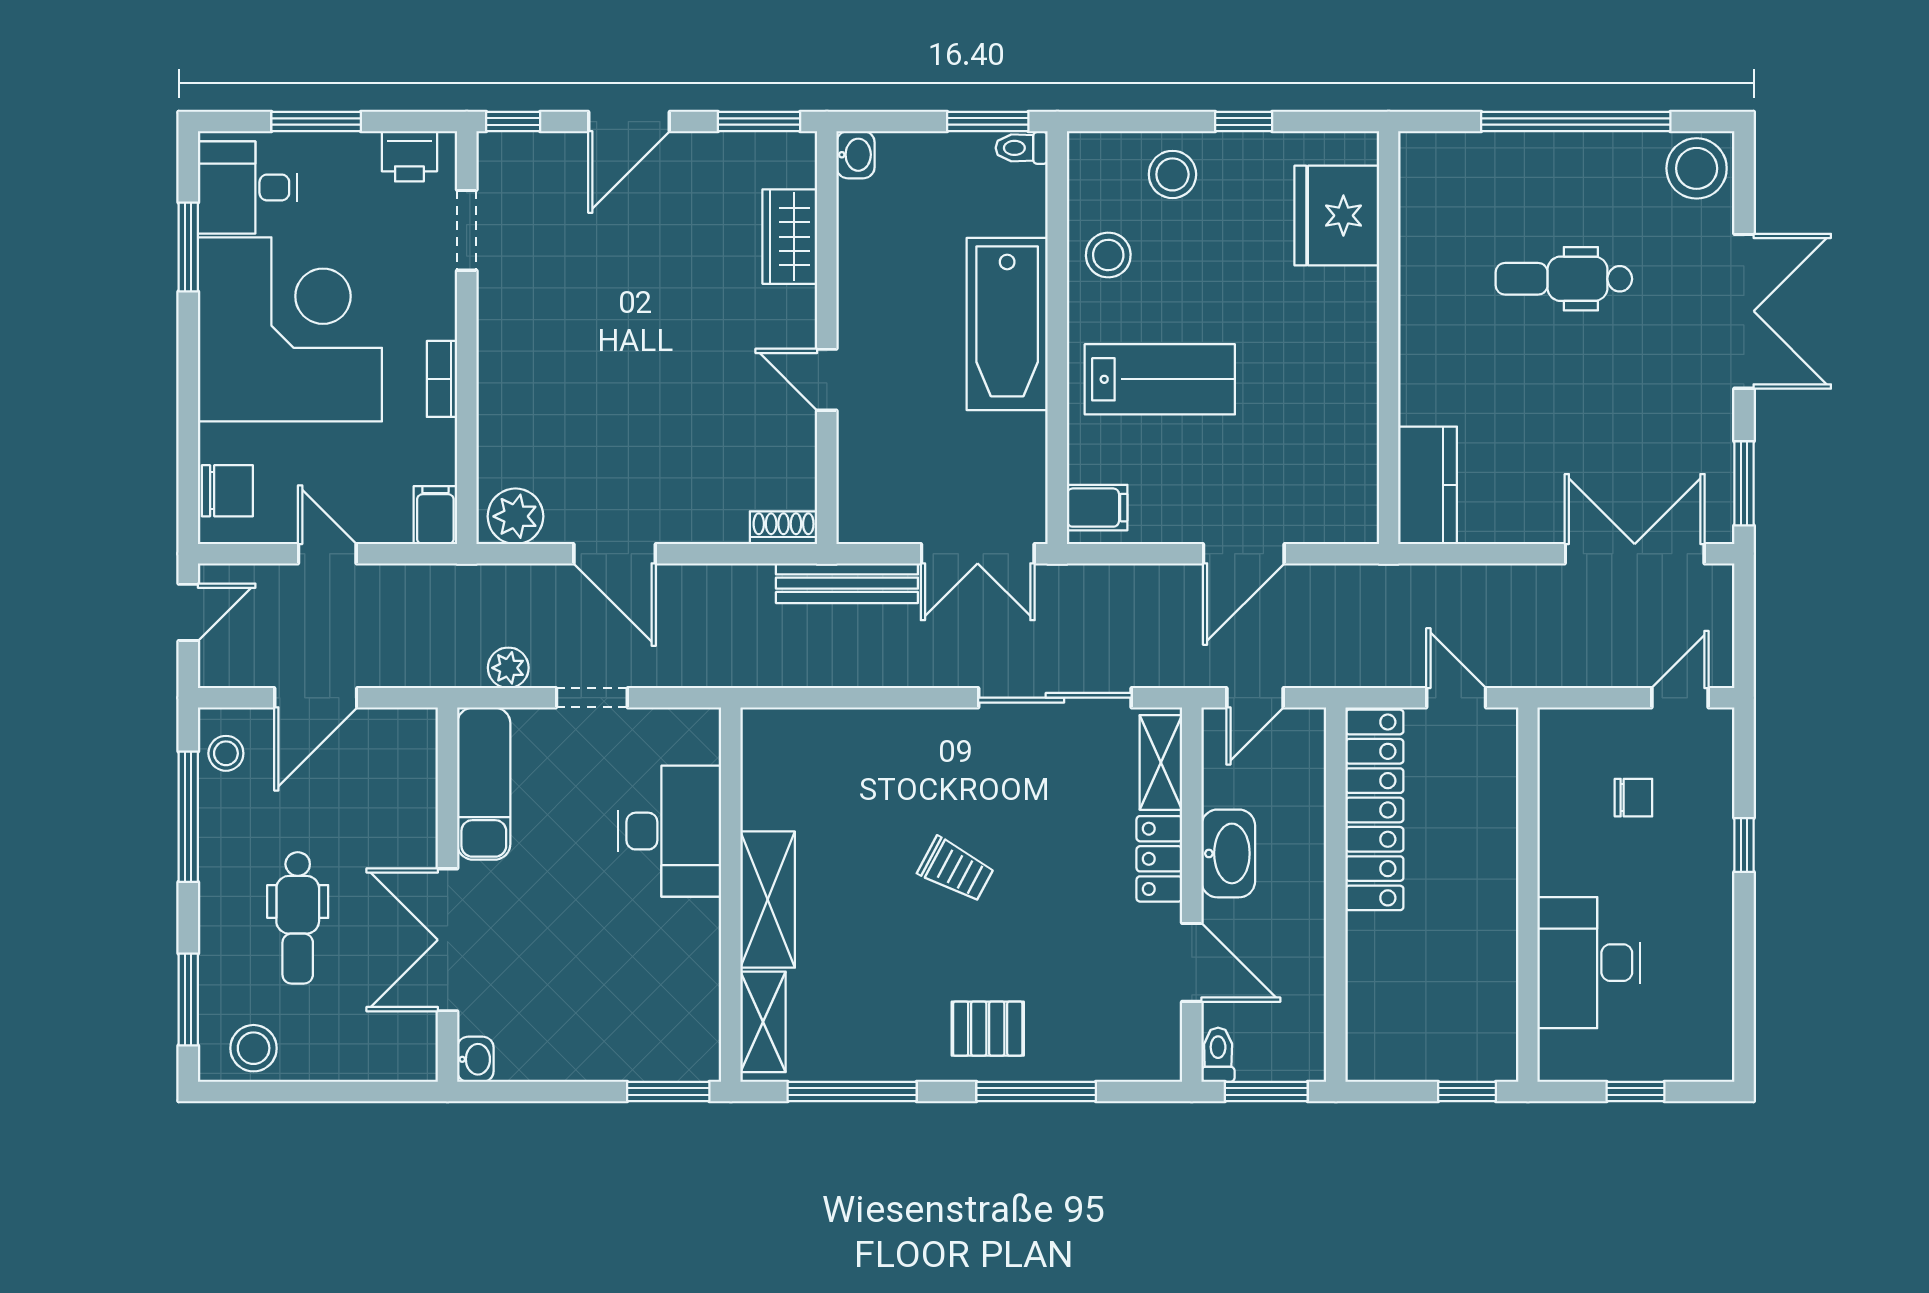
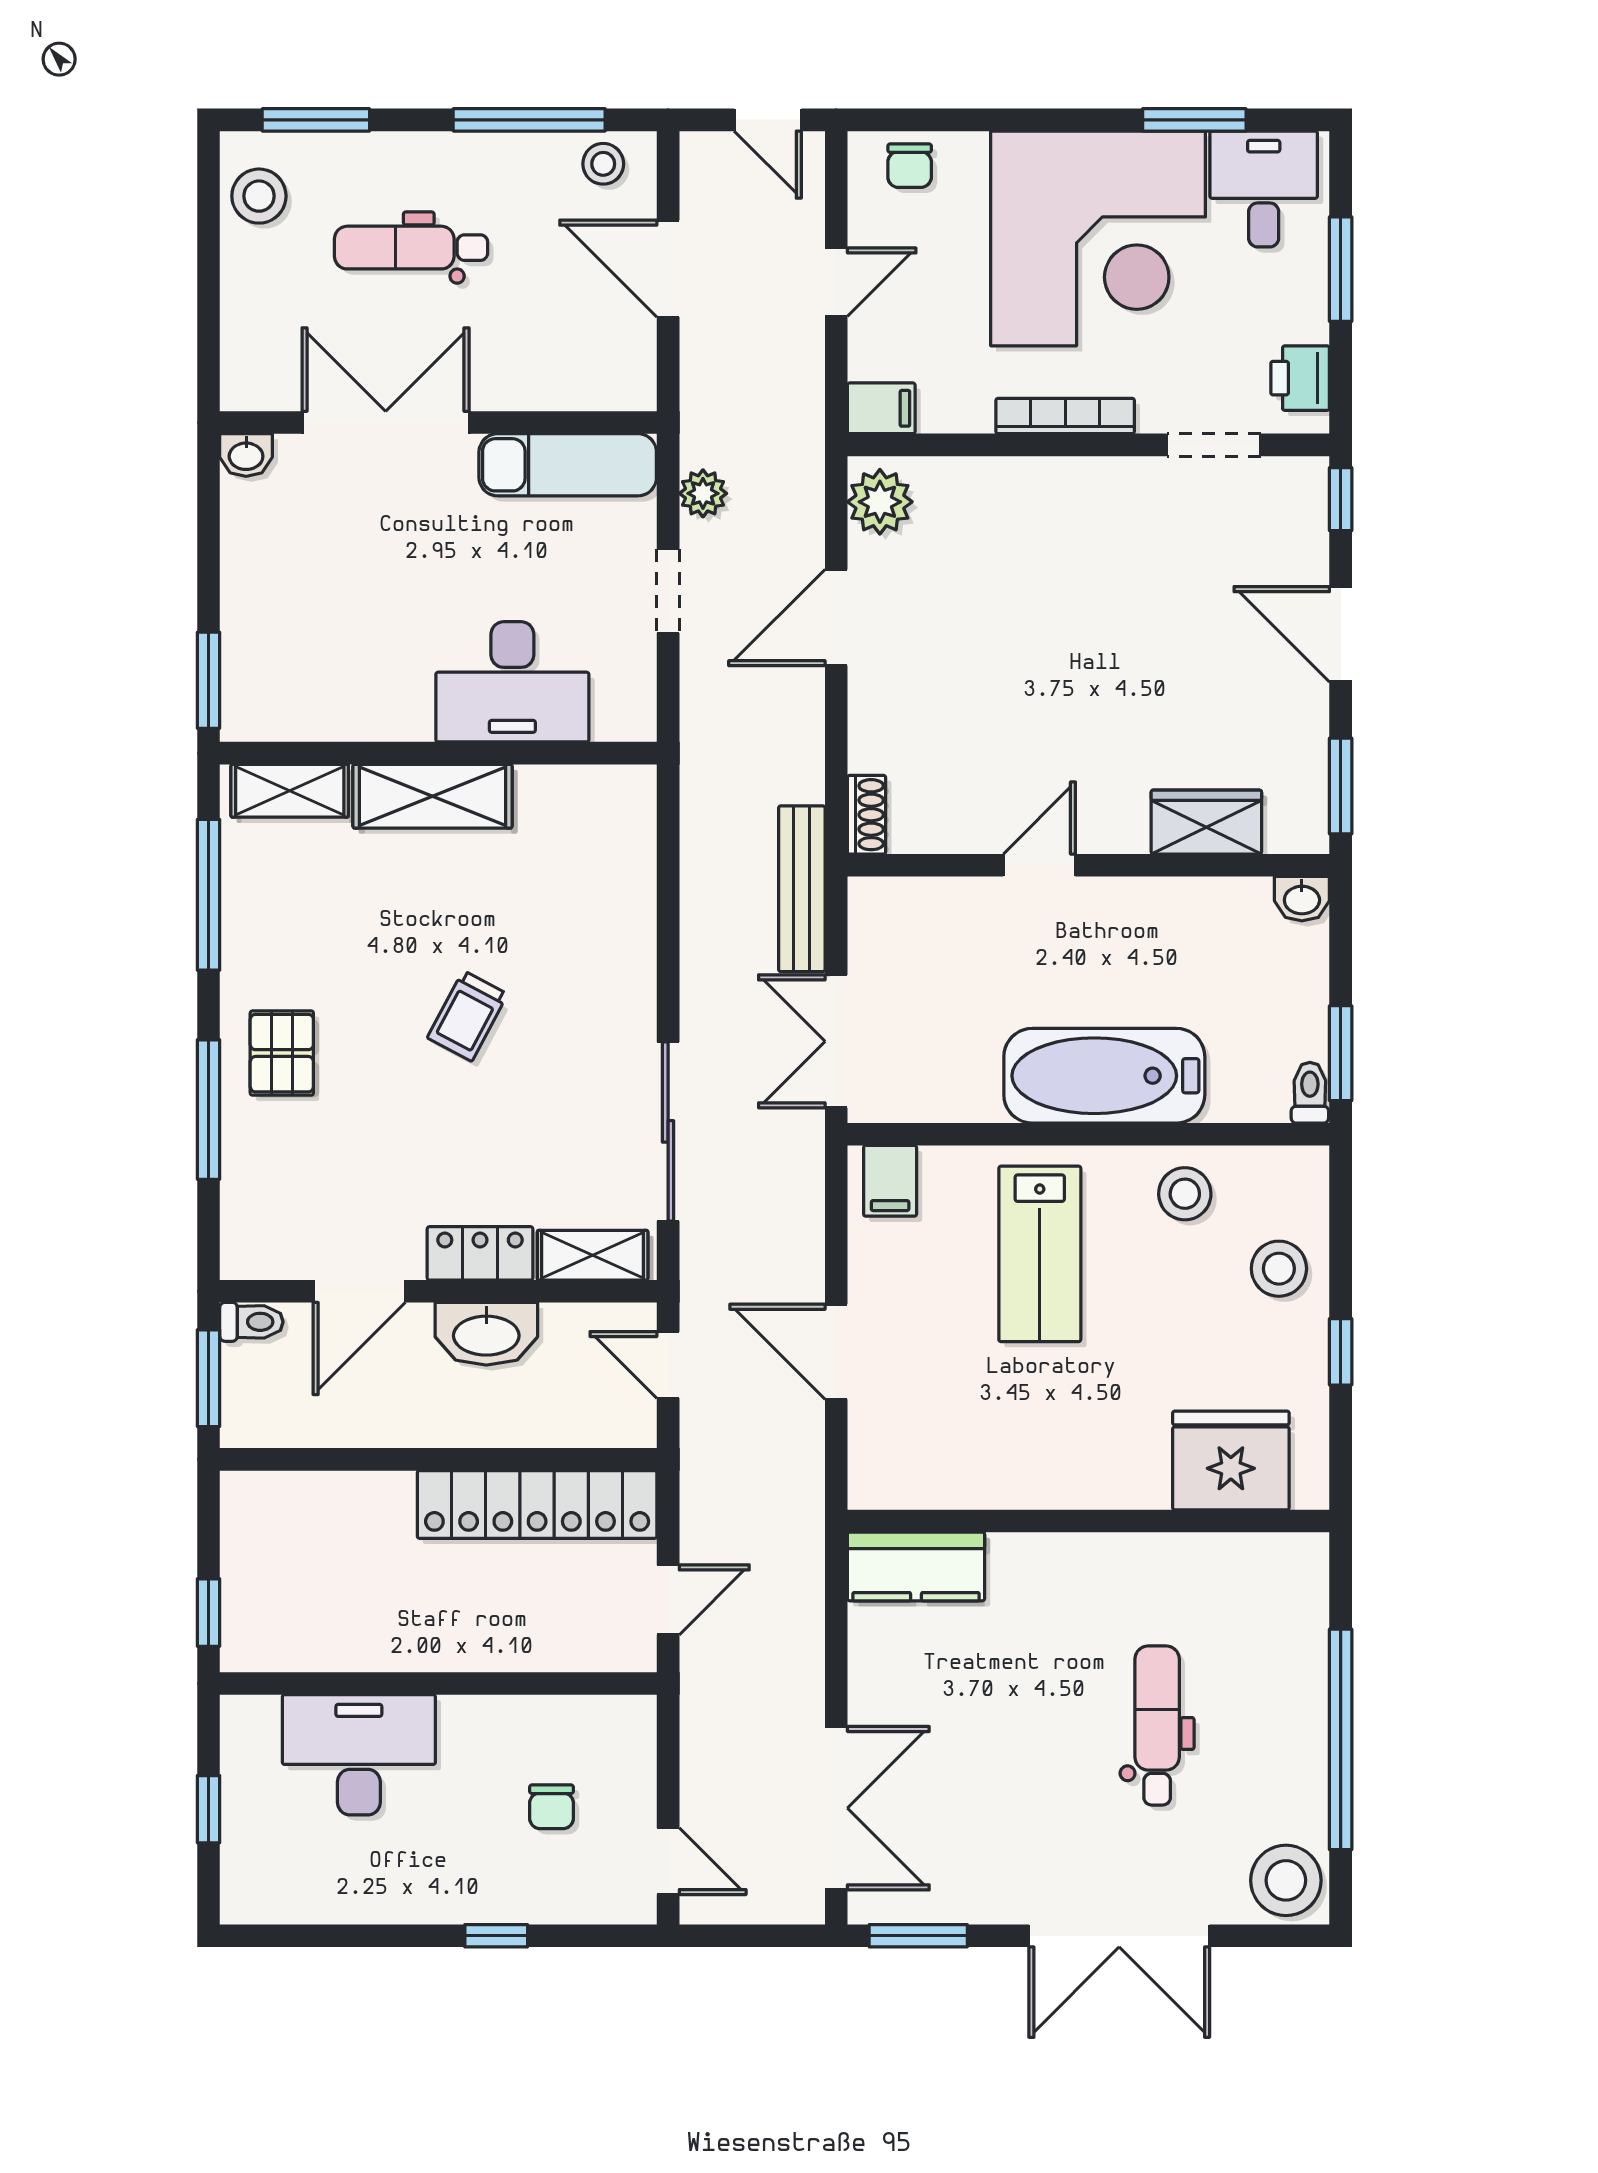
bookcase: (442, 379) -> (1065, 416), width x1.56
chair: (227, 491) -> (910, 166), width x0.73, depth x0.73

